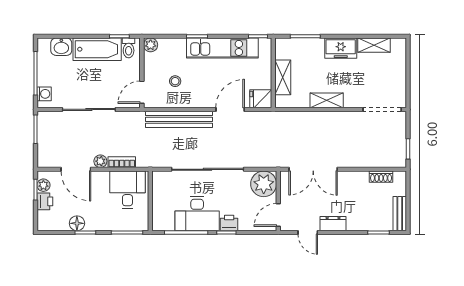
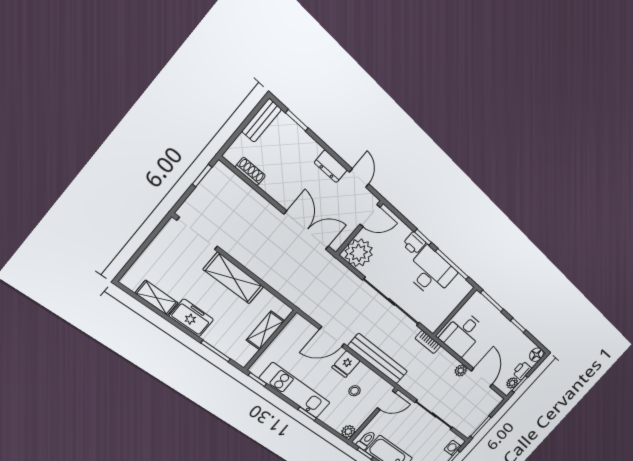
fridge: (261, 99) -> (346, 364), moved, turned 90
shelving: (327, 100) -> (234, 278), width x1.50, depth x1.33
bookcase: (122, 162) -> (428, 342), moved
floor lamp: (77, 223) -> (536, 355), moved

